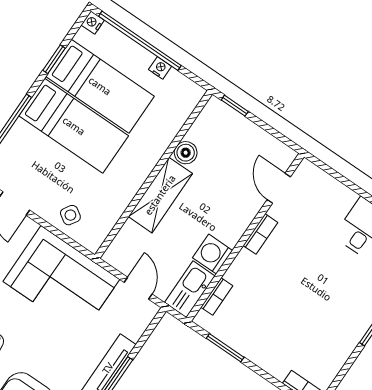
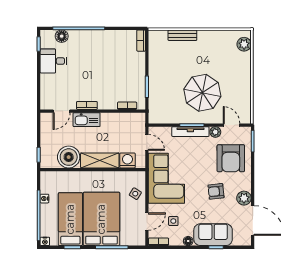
bed: (74, 126) -> (101, 219), width x1.50
boiler: (186, 153) -> (69, 157), width x1.86, depth x1.86
washing machine: (213, 254) -> (127, 160), moved, turned 180
door: (138, 288) -> (147, 142), swing flipped
kitchen sink: (190, 289) -> (87, 120), moved

